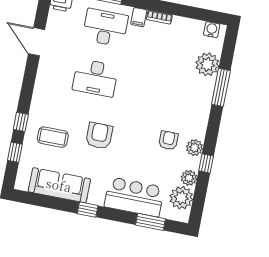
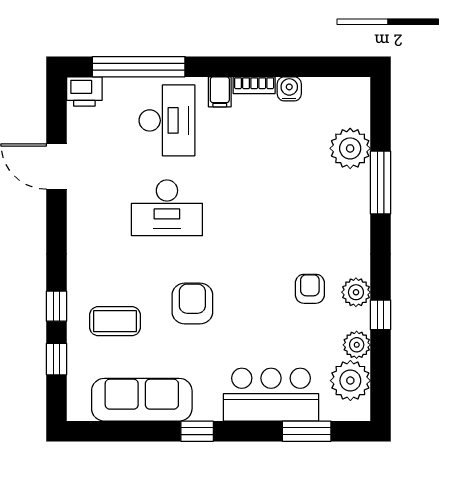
desk: (105, 28) -> (167, 120), turned 90
water cooler: (212, 30) -> (289, 89), moved

